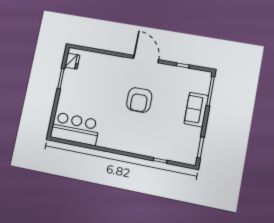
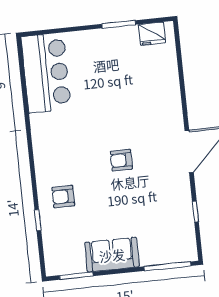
armchair: (139, 100) -> (121, 160), width x0.53, depth x0.53
sofa: (196, 110) -> (112, 255), moved
armchair: (150, 141) -> (63, 197), added

